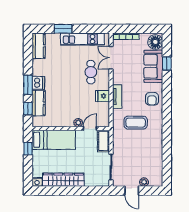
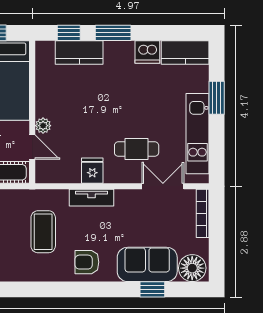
dishwasher: (38, 83) -> (147, 52), moved

